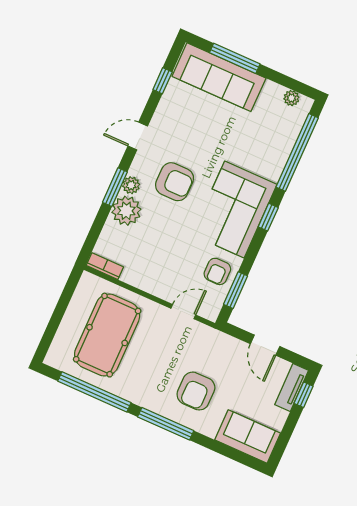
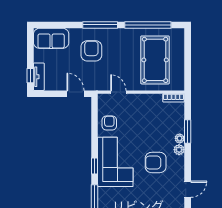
door: (138, 136) -> (188, 189), moved
window: (115, 187) -> (188, 131), moved
plant: (126, 211) -> (180, 138), width x0.53, depth x0.53
window: (236, 290) -> (94, 117), removed
door: (183, 312) -> (118, 92), swing flipped
door: (265, 345) -> (75, 94), moved

